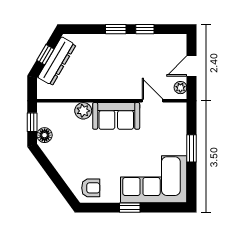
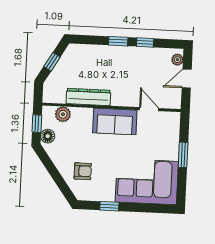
dresser: (57, 61) -> (88, 97), moved, turned -120
plant: (180, 88) -> (177, 60), moved
plant: (83, 111) -> (63, 114), moved
armchair: (91, 188) -> (83, 171), moved
window: (130, 208) -> (109, 206), moved

